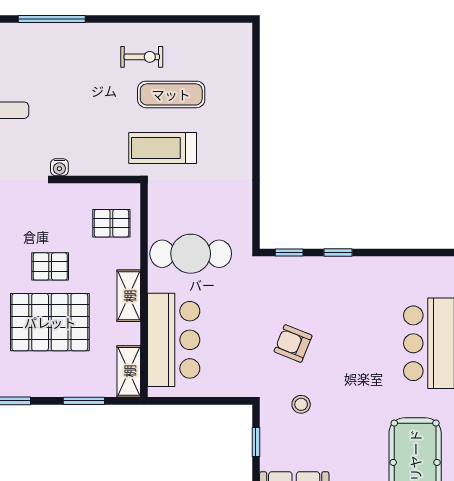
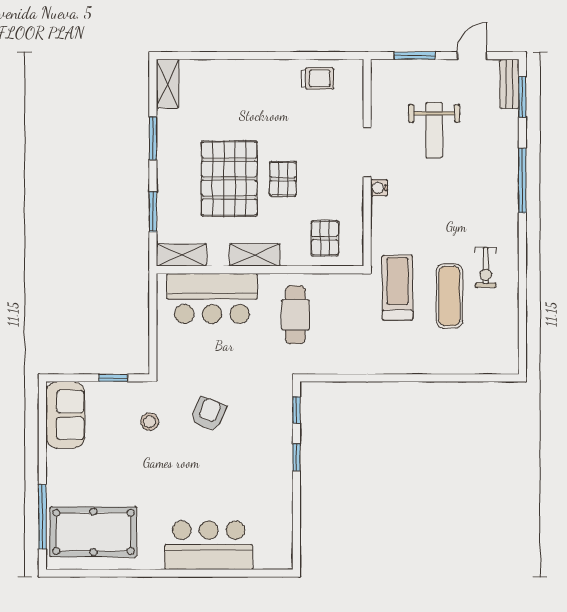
cafe table: (191, 254) -> (295, 315), width x0.73, depth x0.74

